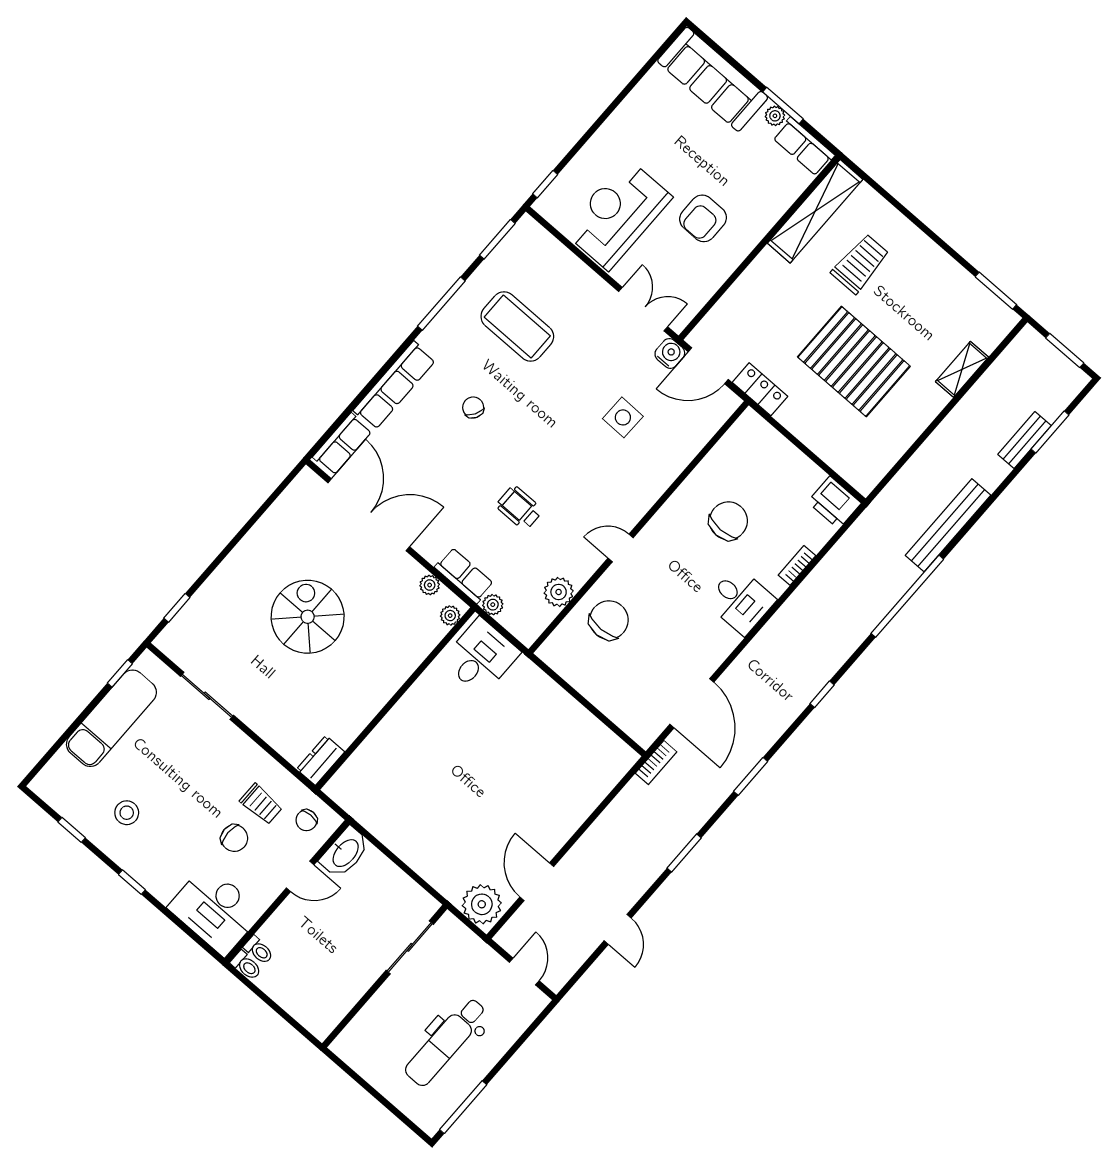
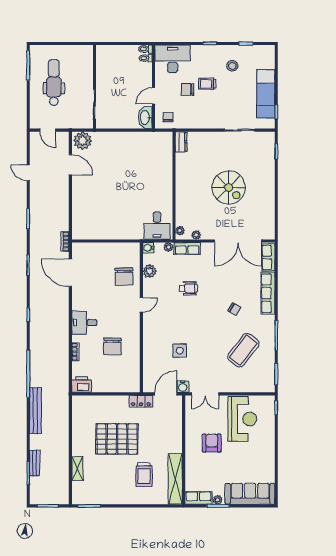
coffee table: (517, 326) -> (243, 350), turned -52
water cooler: (527, 633) -> (148, 248), added
trolley: (261, 804) -> (207, 84), moved

